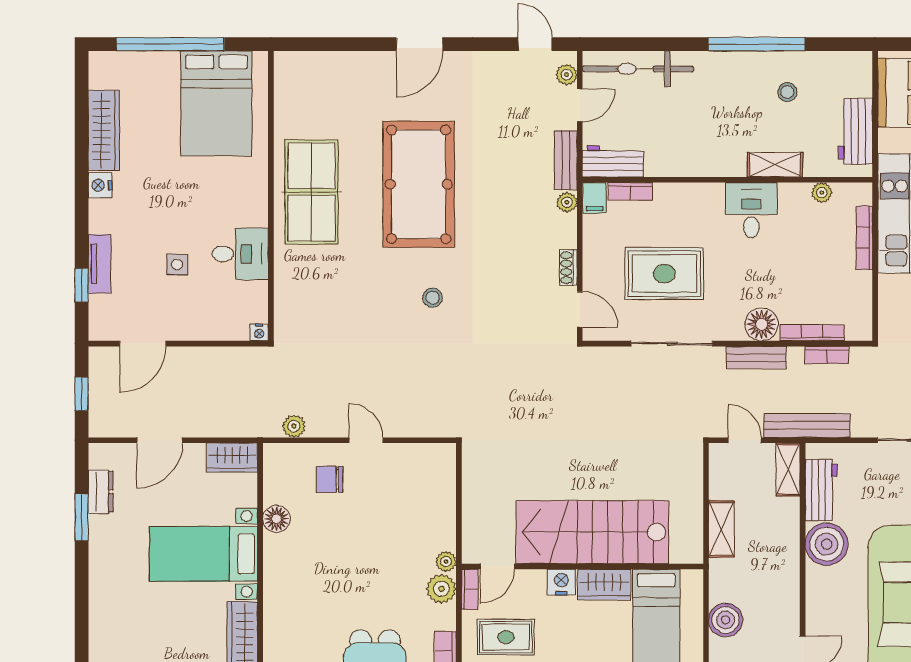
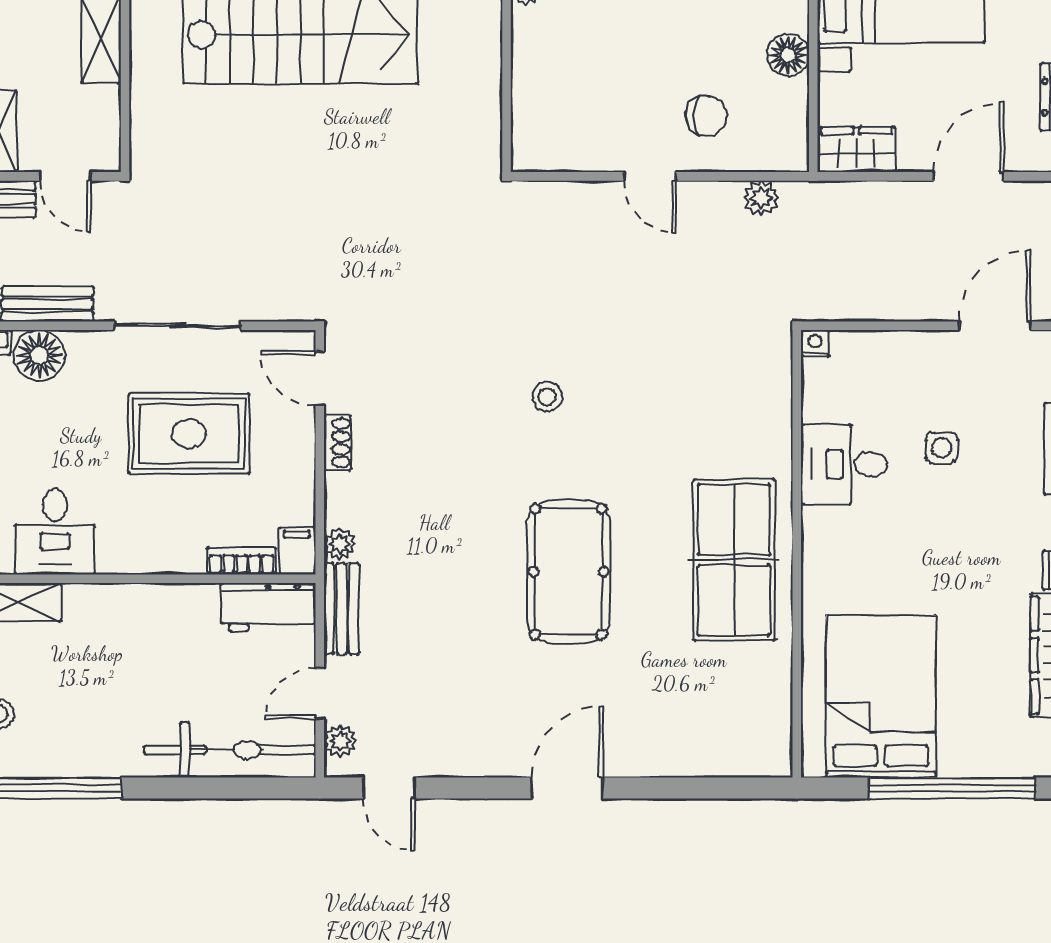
pool table: (419, 184) -> (569, 572), width x0.73, depth x0.76

